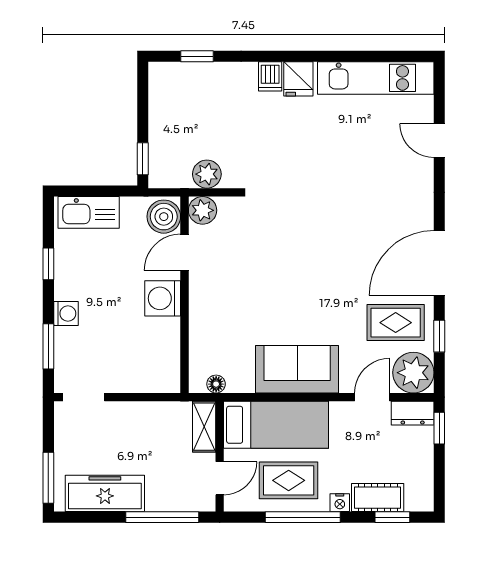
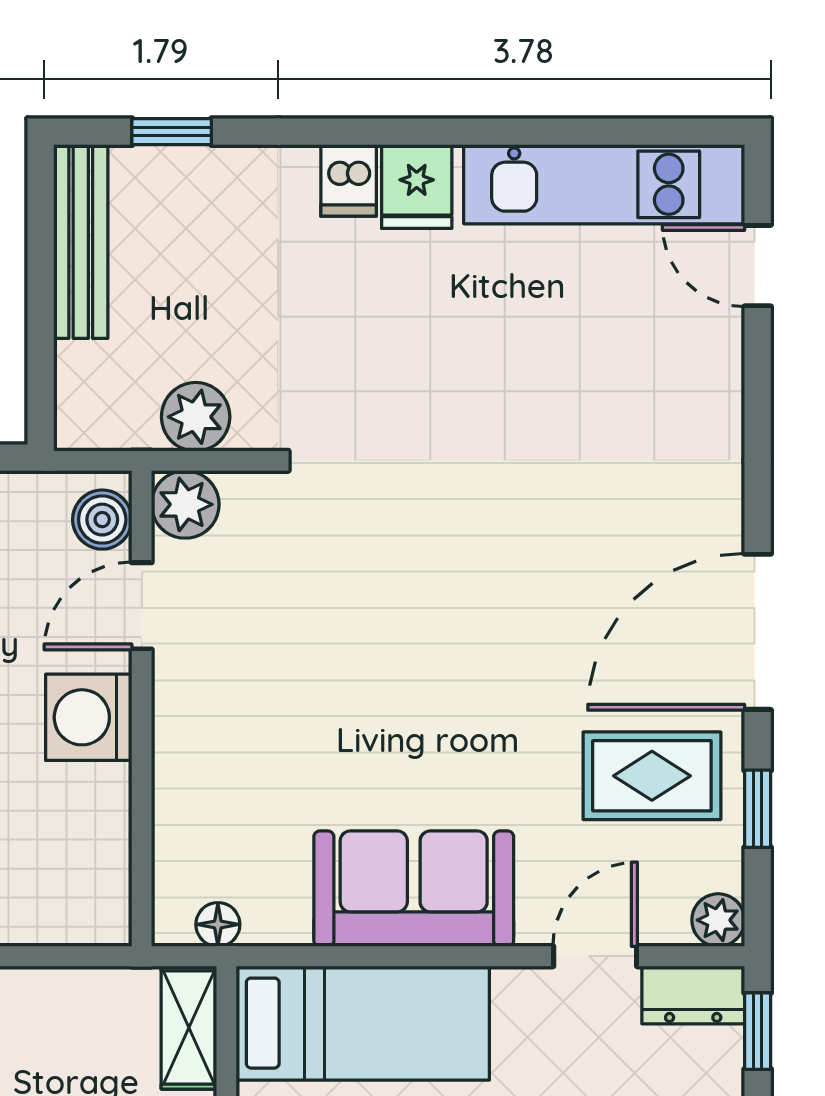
bench: (159, 102) -> (81, 242), added
door: (439, 141) -> (758, 266), moved
window: (143, 159) -> (41, 380), removed
boiler: (164, 217) -> (102, 520), width x0.73, depth x0.73
plant: (413, 373) -> (718, 920), width x0.53, depth x0.53

